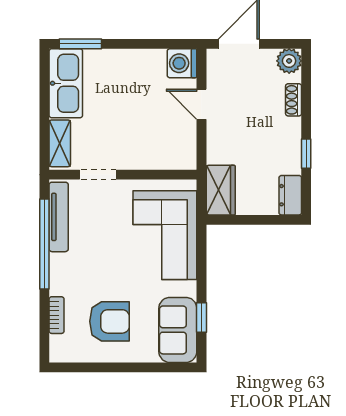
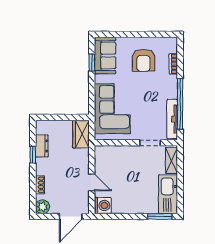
dresser: (290, 195) -> (42, 146), moved
armchair: (110, 321) -> (143, 60), turned -90

